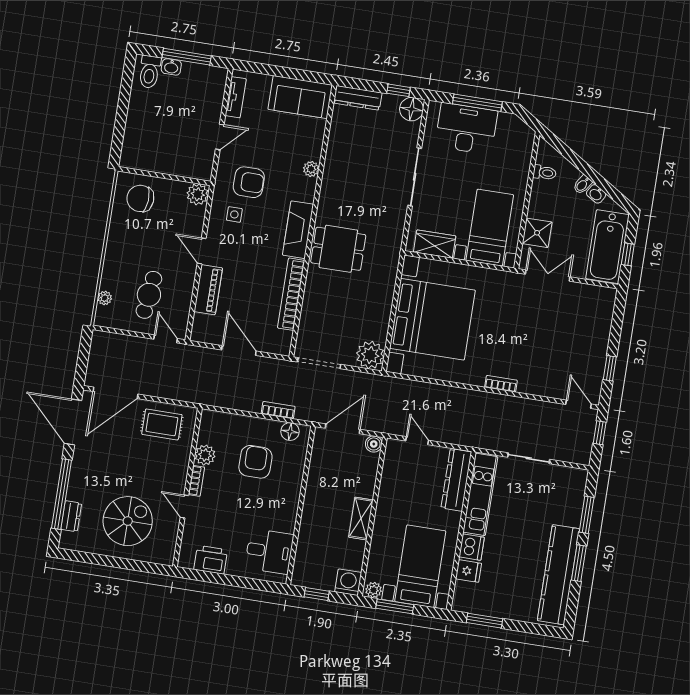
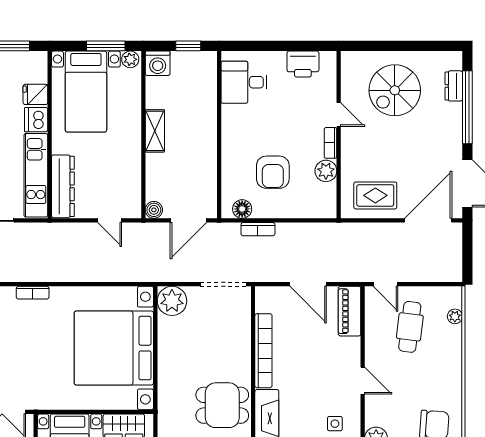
piano: (208, 290) -> (350, 311), moved

